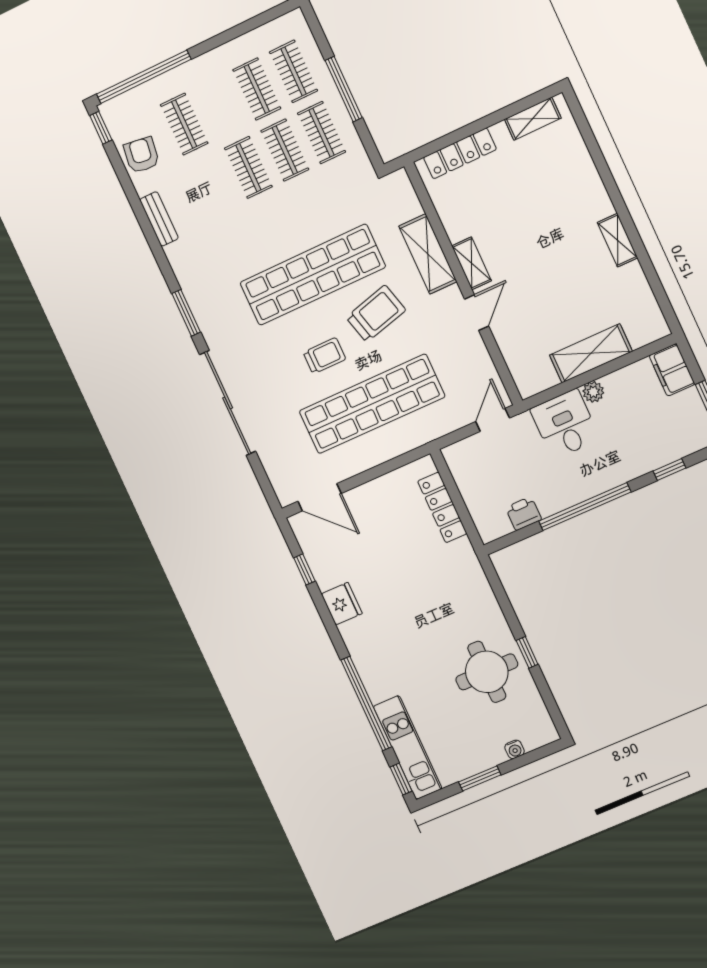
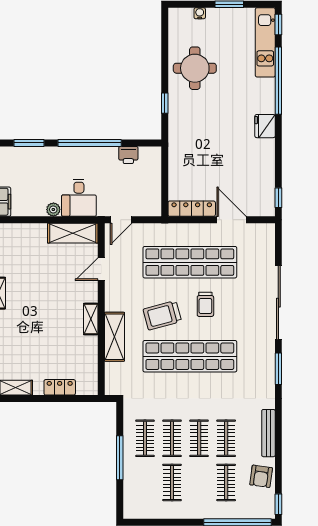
clothes rail: (293, 71) -> (226, 438), moved
locker: (460, 153) -> (60, 387), width x0.66
bench: (159, 219) -> (268, 433), width x1.36
door: (477, 313) -> (101, 269), moved
shelving: (591, 353) -> (73, 233), moved
trolley: (324, 356) -> (205, 304), turned -90
window: (670, 469) -> (29, 143), width x1.50
door: (320, 497) -> (232, 220), moved
locker: (442, 507) -> (192, 209), moved, turned -90
window: (304, 569) -> (278, 198), moved
fridge: (342, 604) -> (265, 126), moved
window: (527, 652) -> (165, 103), moved

